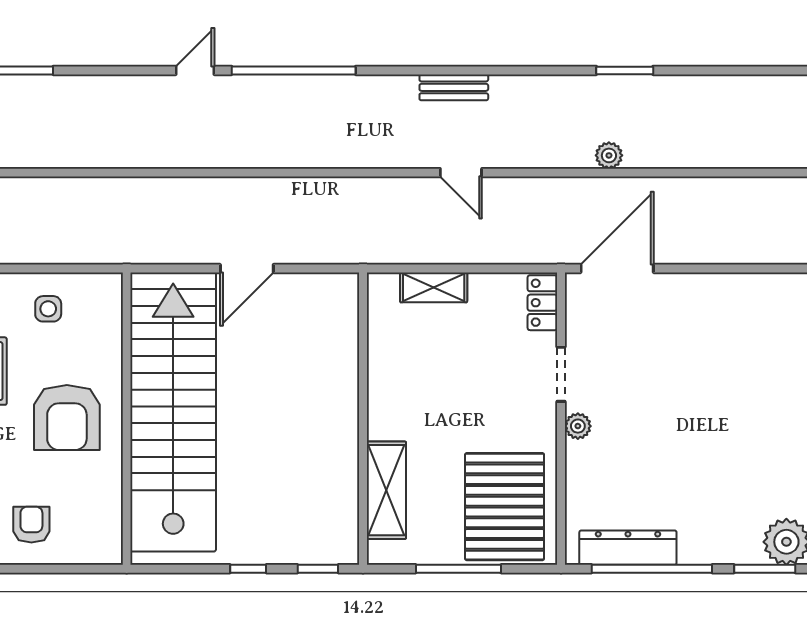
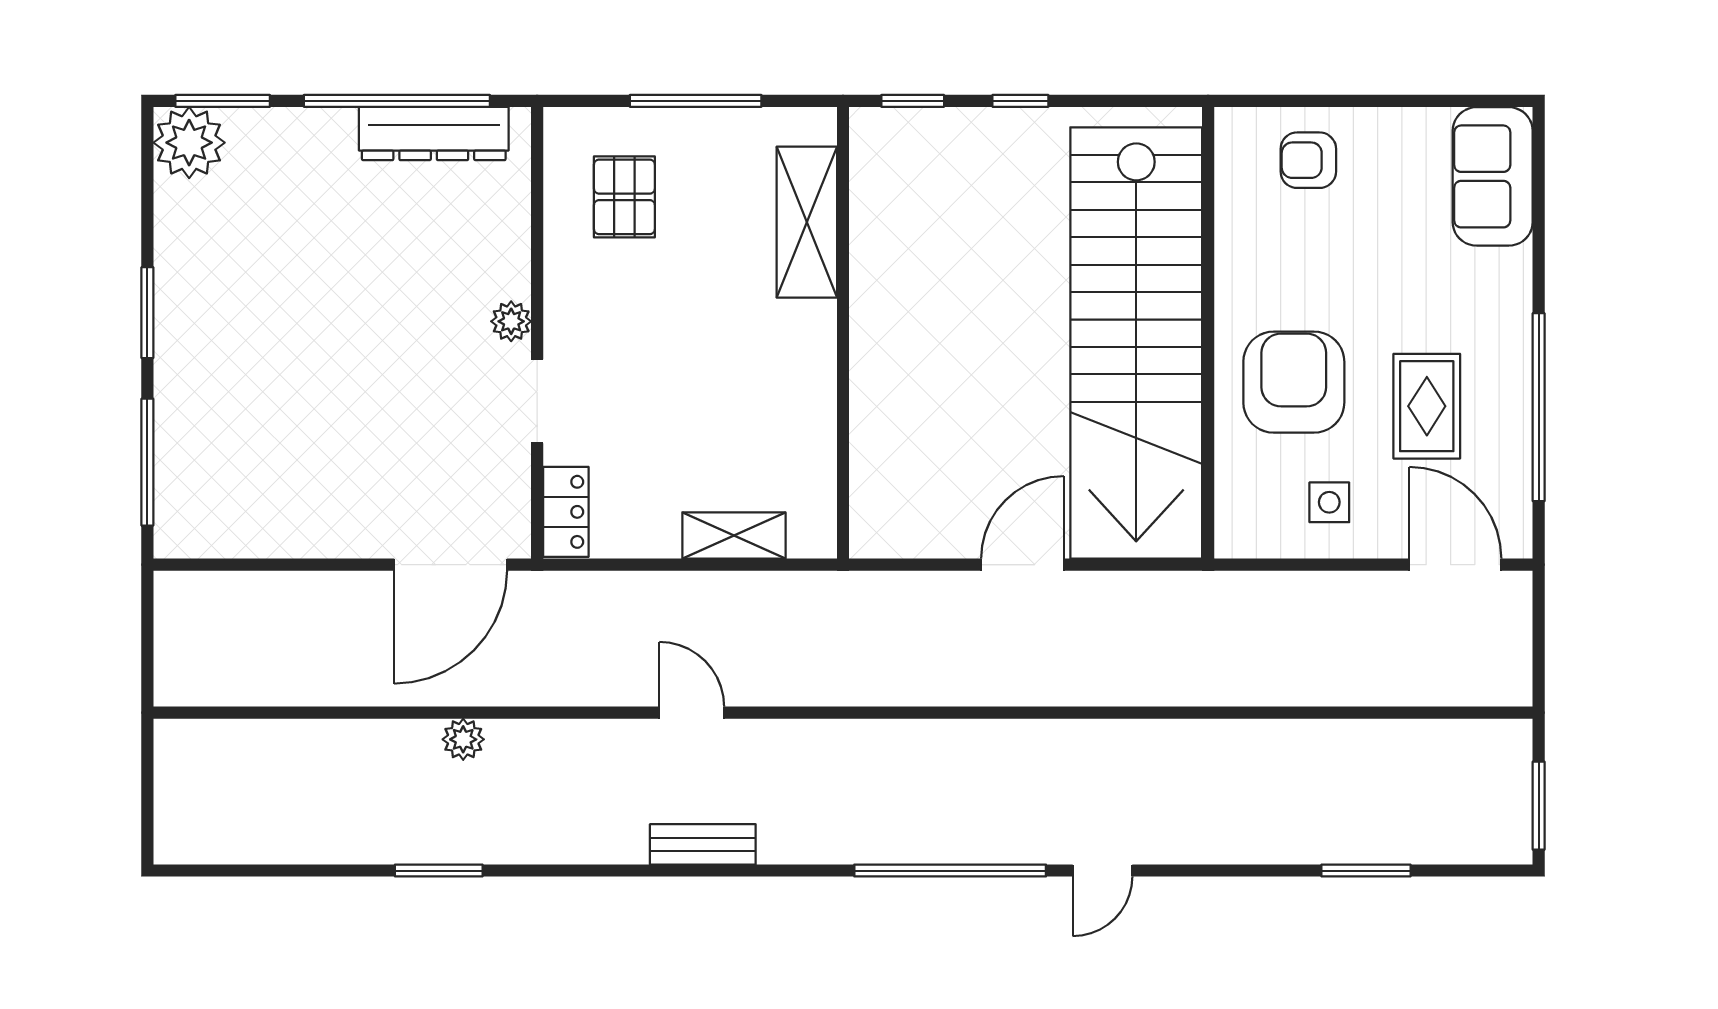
armchair: (67, 418) -> (1294, 382), moved
pallet: (505, 507) -> (624, 197), width x0.49, depth x0.50
armchair: (31, 525) -> (1308, 160), moved, turned 90

